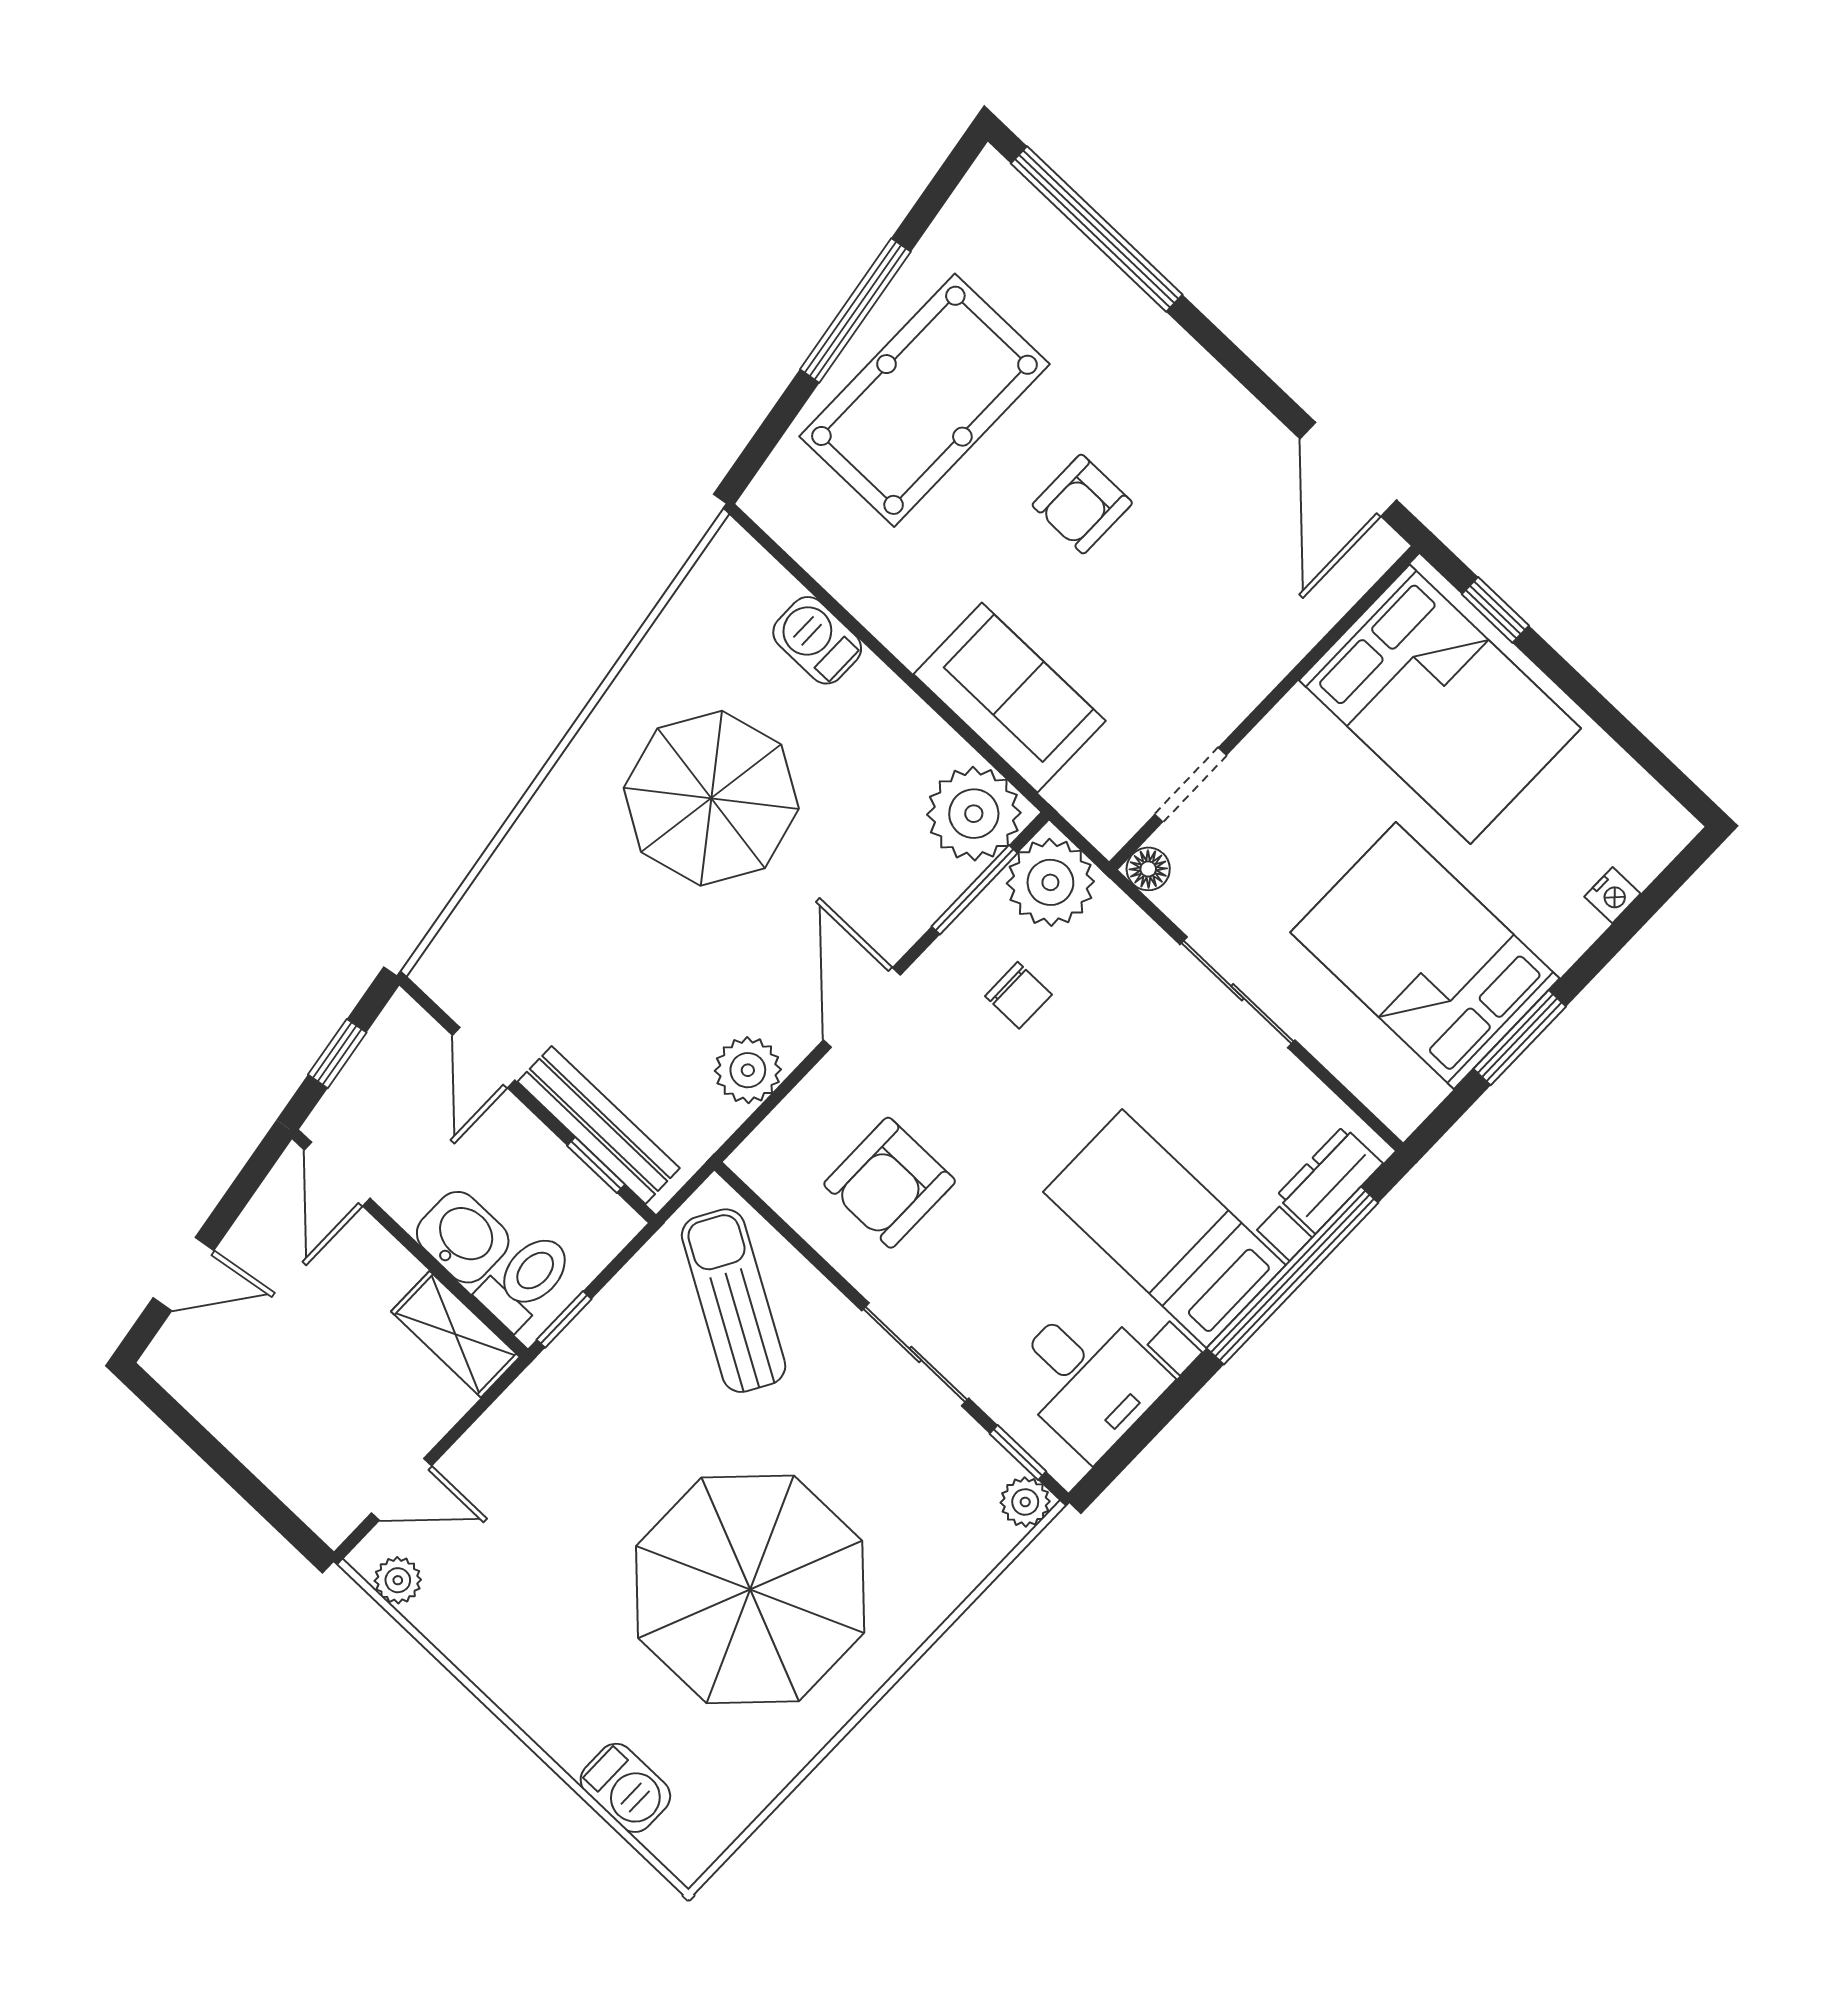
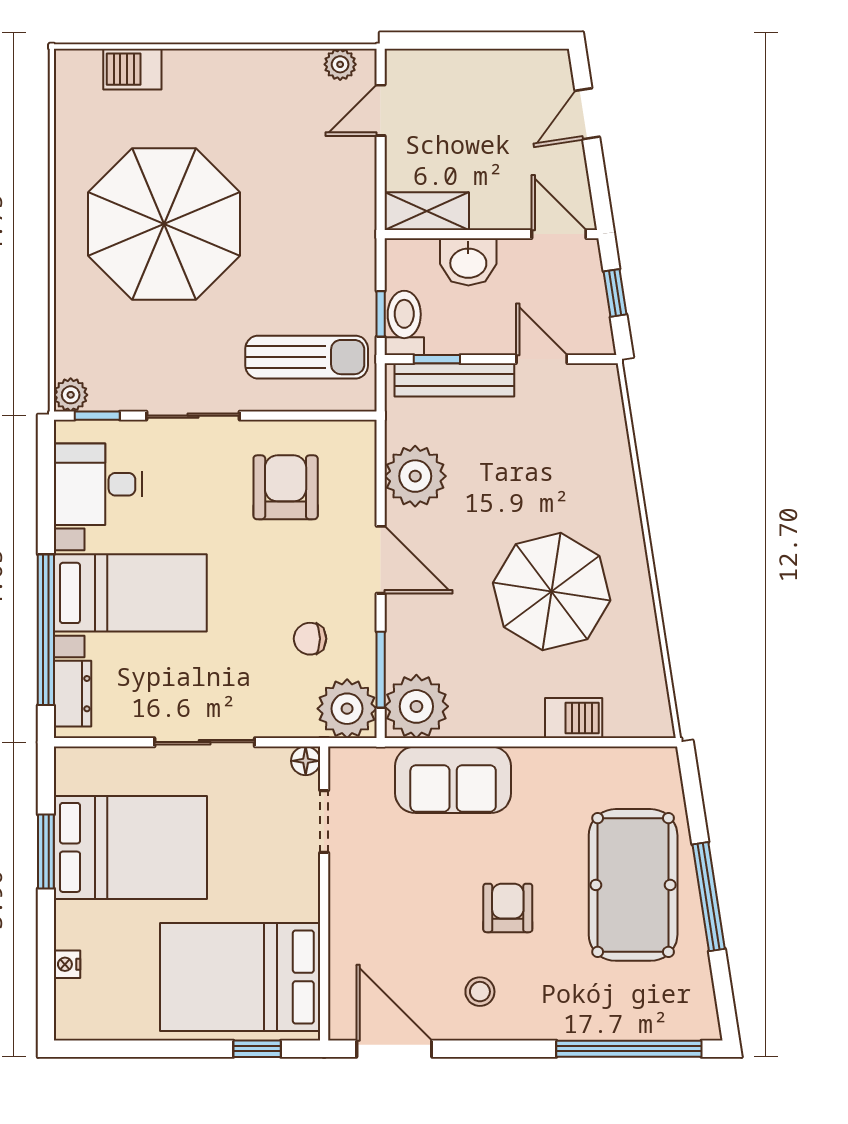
stool: (1198, 443) -> (480, 992), added
plant: (748, 1070) -> (415, 476), width x1.36, depth x1.36
toilet: (526, 1280) -> (404, 323), moved, turned 180
sun lounger: (734, 1301) -> (307, 357), turned -30
window: (564, 1319) -> (381, 314), moved

